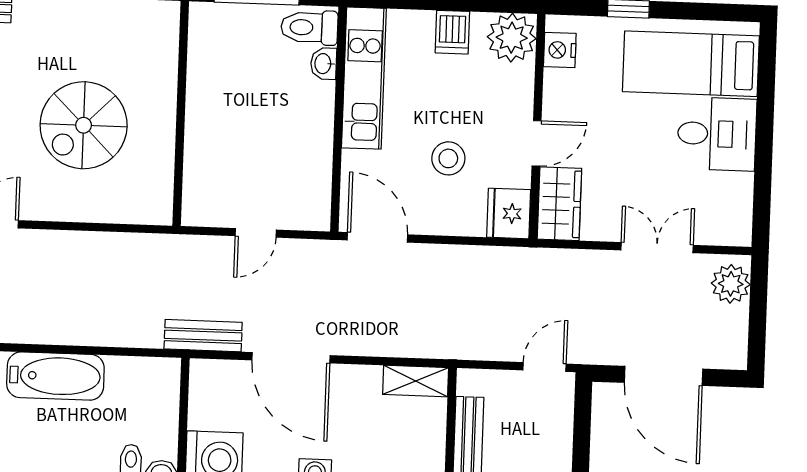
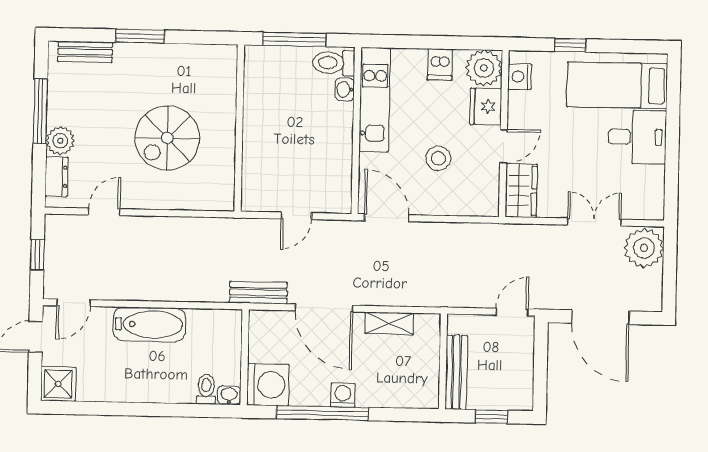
fridge: (509, 213) -> (486, 107), moved
plant: (731, 284) -> (644, 248), width x1.36, depth x1.36
shelving: (416, 381) -> (389, 323), moved

